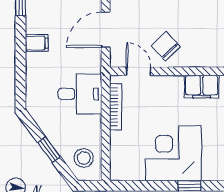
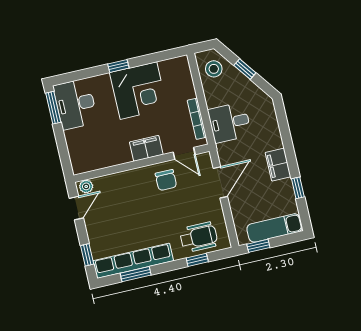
filing cabinet: (37, 43) -> (278, 165), width x2.00
chair: (166, 46) -> (166, 180), turned 43
filing cabinet: (202, 87) -> (146, 148), moved

